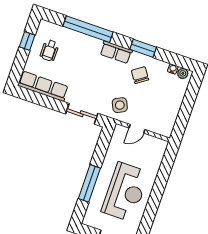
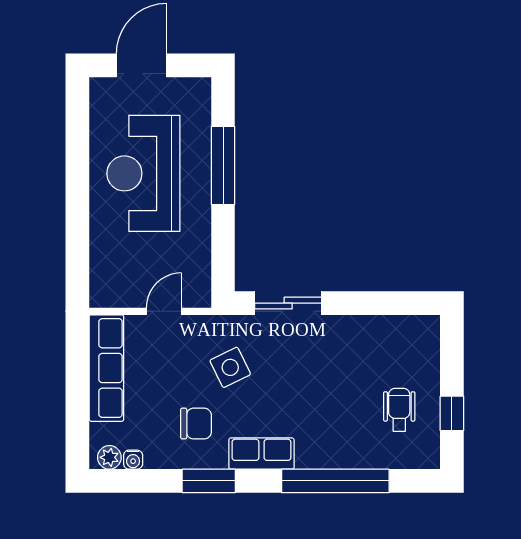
chair: (140, 75) -> (196, 424), turned -55
row of seats: (43, 86) -> (106, 368), moved, turned -90
side table: (120, 105) -> (230, 367), moved

